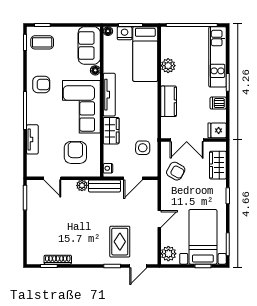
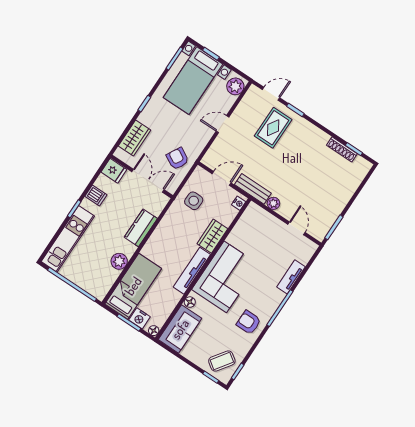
coffee table: (42, 42) -> (222, 361), turned -55
armchair: (75, 152) -> (259, 238), removed

